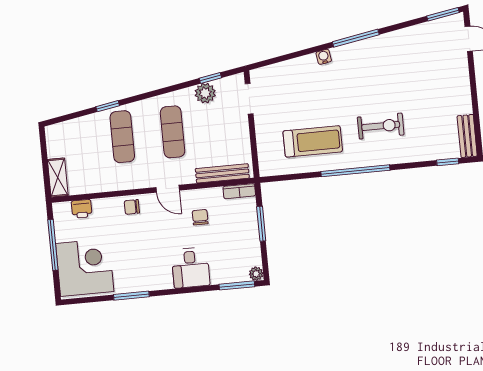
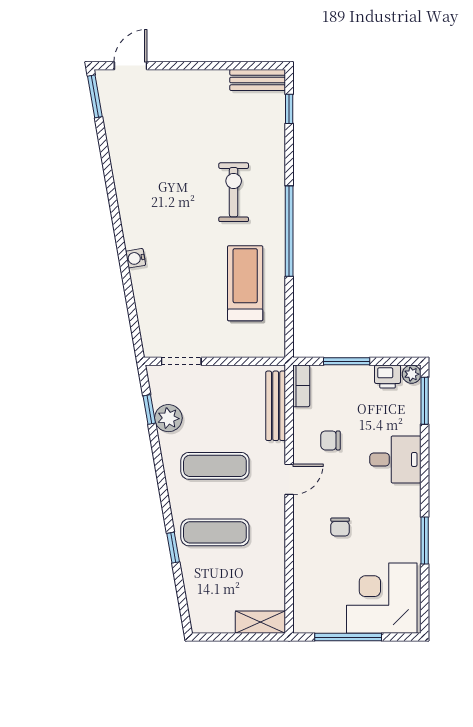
window: (356, 38) -> (115, 214), removed
chair: (132, 207) -> (340, 527), moved
printer: (82, 209) -> (388, 377), moved, turned 90

